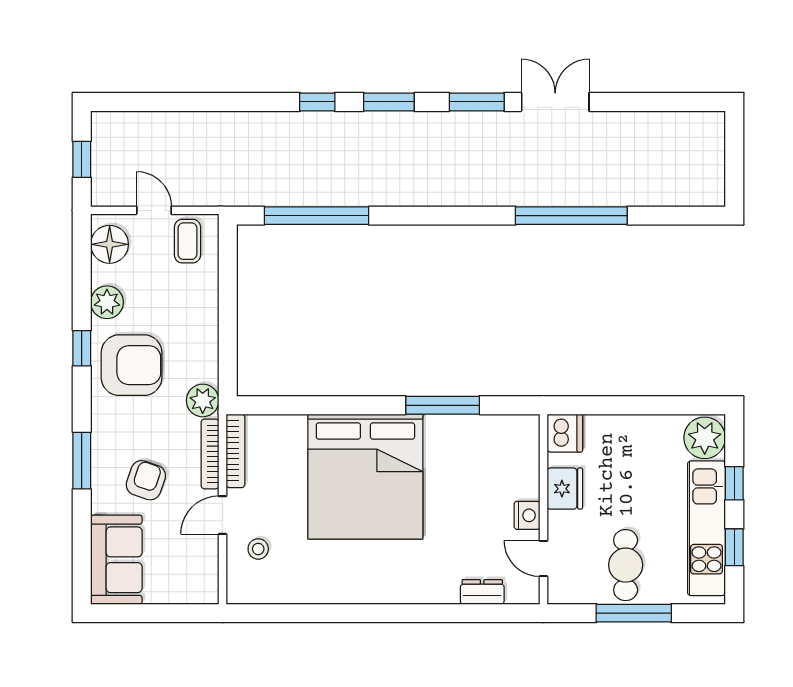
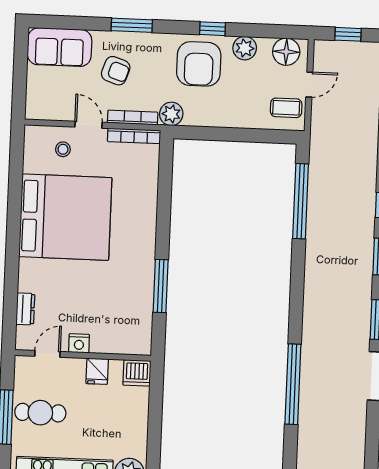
bed: (365, 477) -> (65, 217), moved, turned 180
fridge: (565, 489) -> (97, 371), width x0.72

